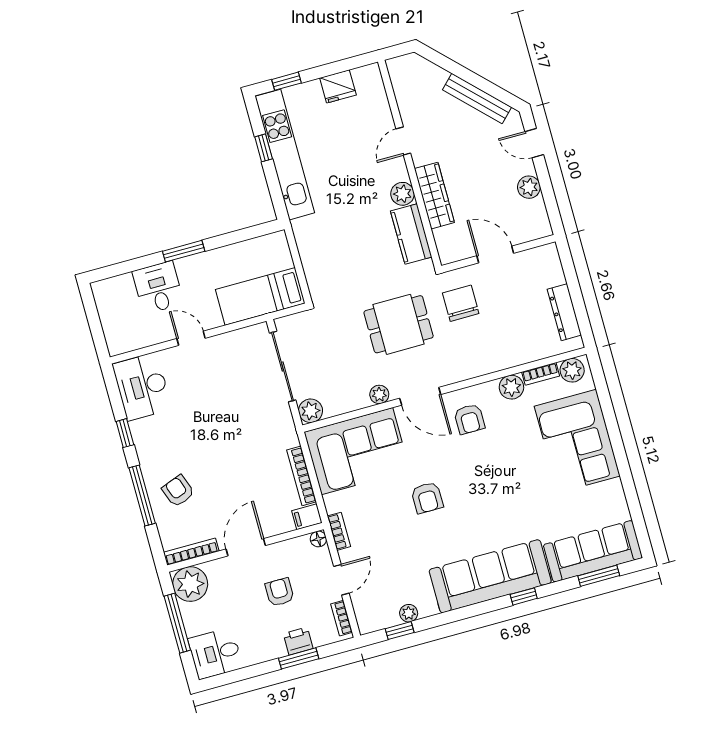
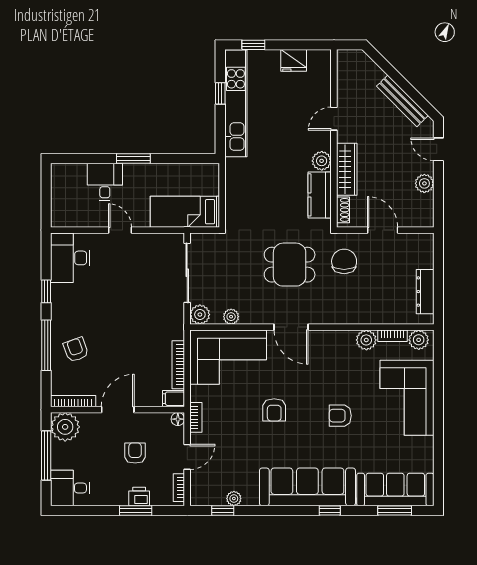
shoe rack: (443, 244) -> (343, 210), added
plant: (379, 394) -> (231, 317), moved
armchair: (469, 419) -> (340, 416), moved, turned 90

